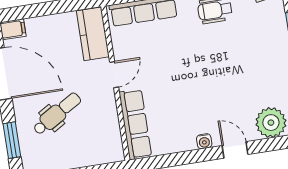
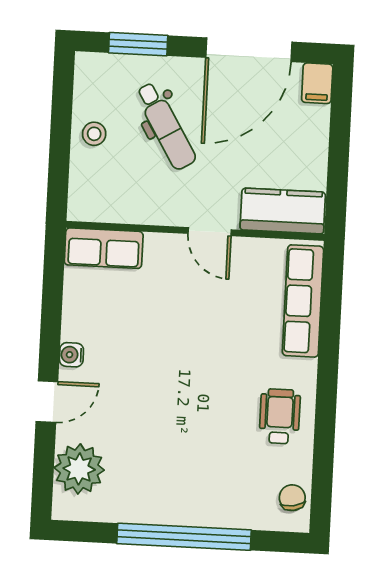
row of seats: (135, 124) -> (104, 248), width x0.68
stool: (70, 155) -> (94, 134), added

